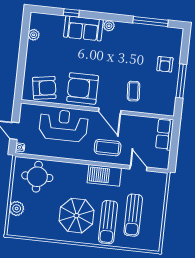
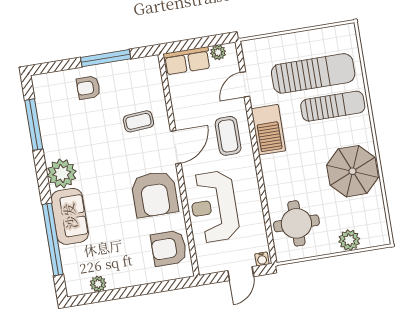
window: (71, 13) -> (53, 239), width x3.17
plant: (109, 26) -> (62, 173), width x1.87, depth x1.87
armchair: (165, 64) -> (88, 88), turned 180
armchair: (44, 88) -> (169, 248), turned -81
plant: (164, 156) -> (218, 52), added
sun lounger: (133, 215) -> (313, 73), width x1.36, depth x1.34
parasol: (76, 216) -> (352, 171), moved

